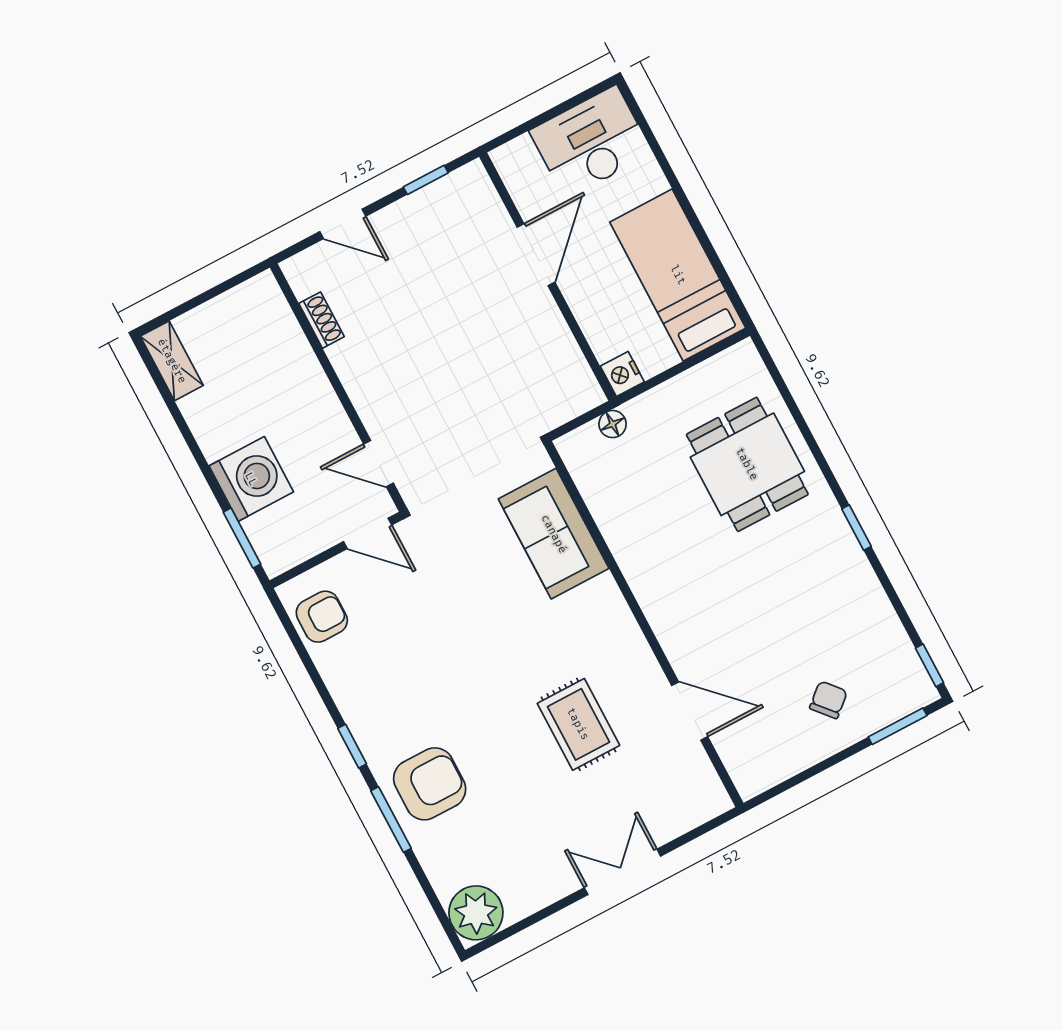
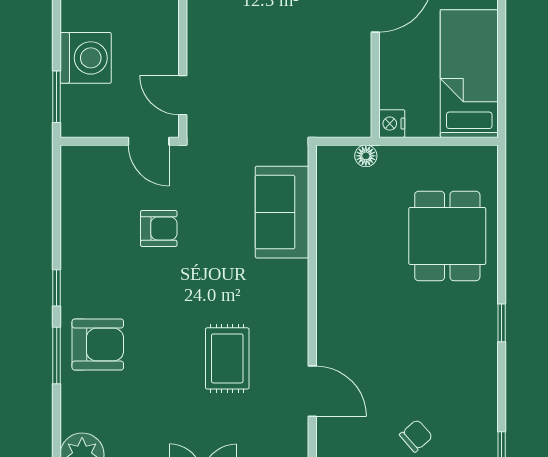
armchair: (322, 617) -> (159, 228), moved

